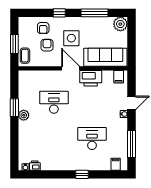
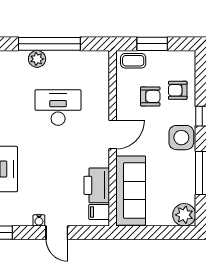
side table: (71, 38) -> (181, 138), moved
printer: (91, 78) -> (97, 185), moved
desk: (54, 102) -> (58, 108), turned -90
window: (14, 108) -> (49, 44), width x2.11

